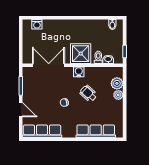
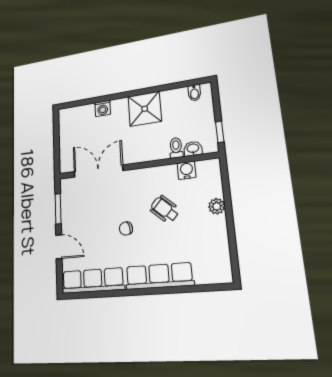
washing machine: (37, 24) -> (103, 108), moved
shower: (81, 54) -> (145, 109), moved
water cooler: (79, 72) -> (187, 170), moved
plant: (117, 83) -> (212, 187), removed
row of seats: (96, 131) -> (159, 276), moved

